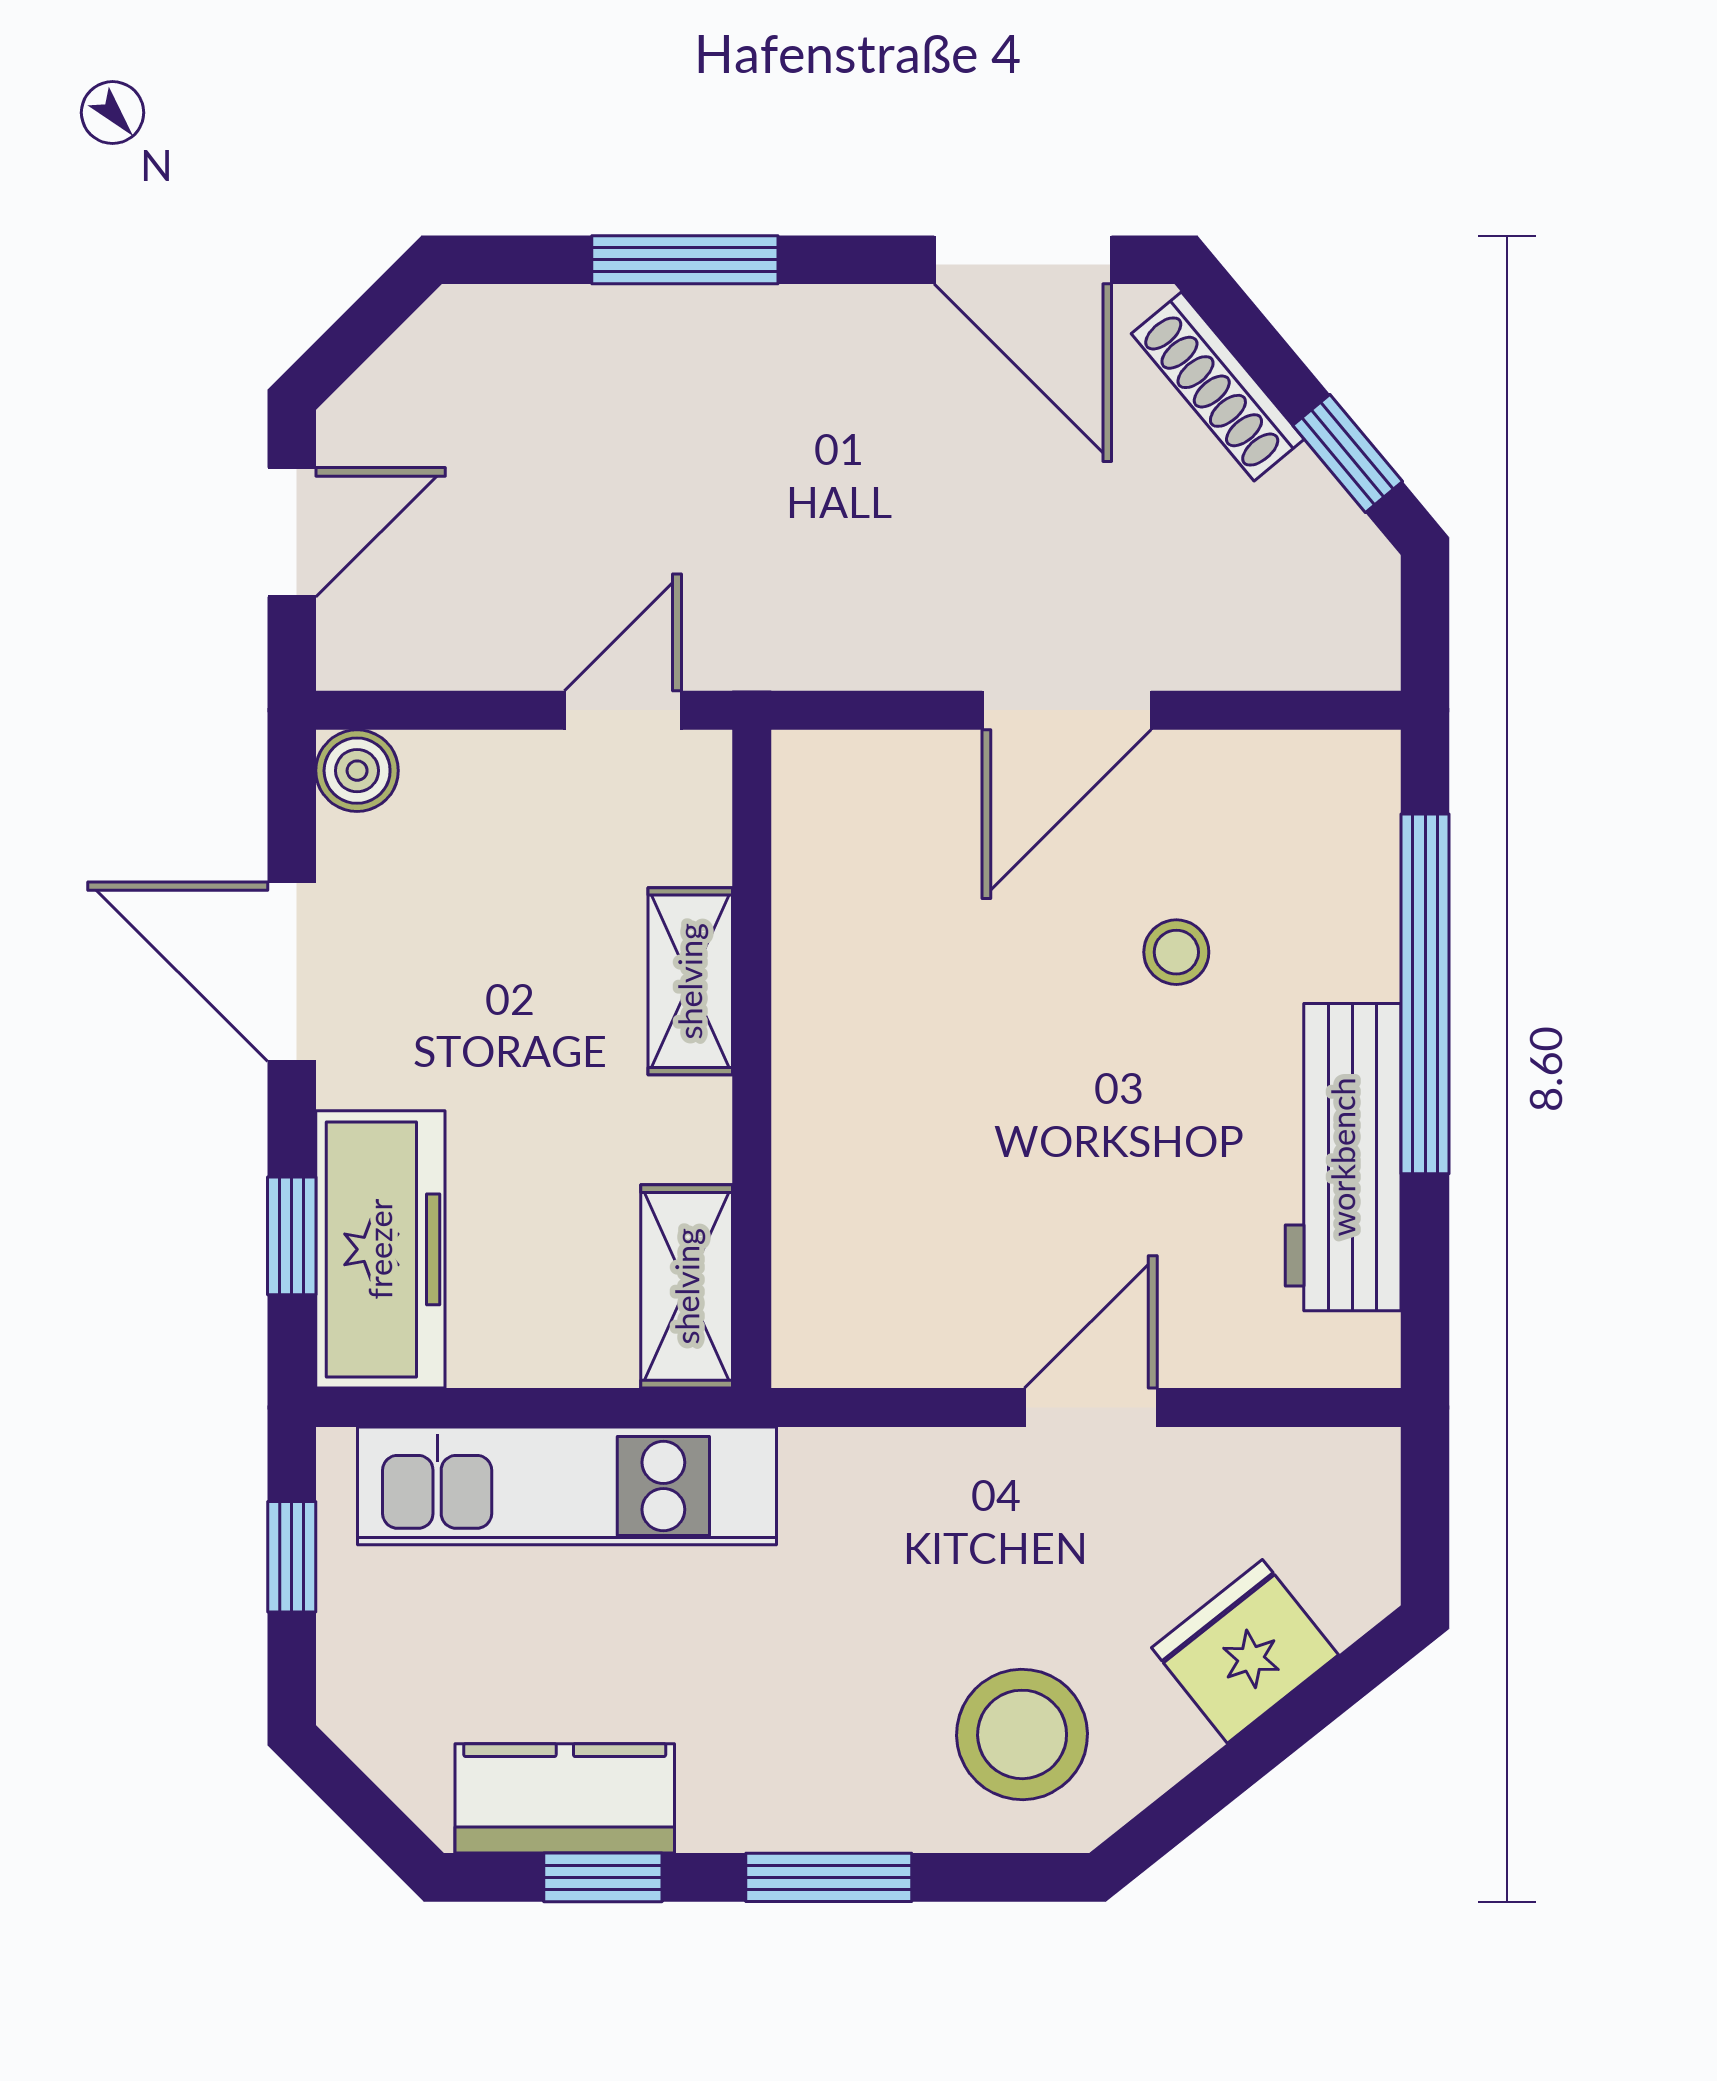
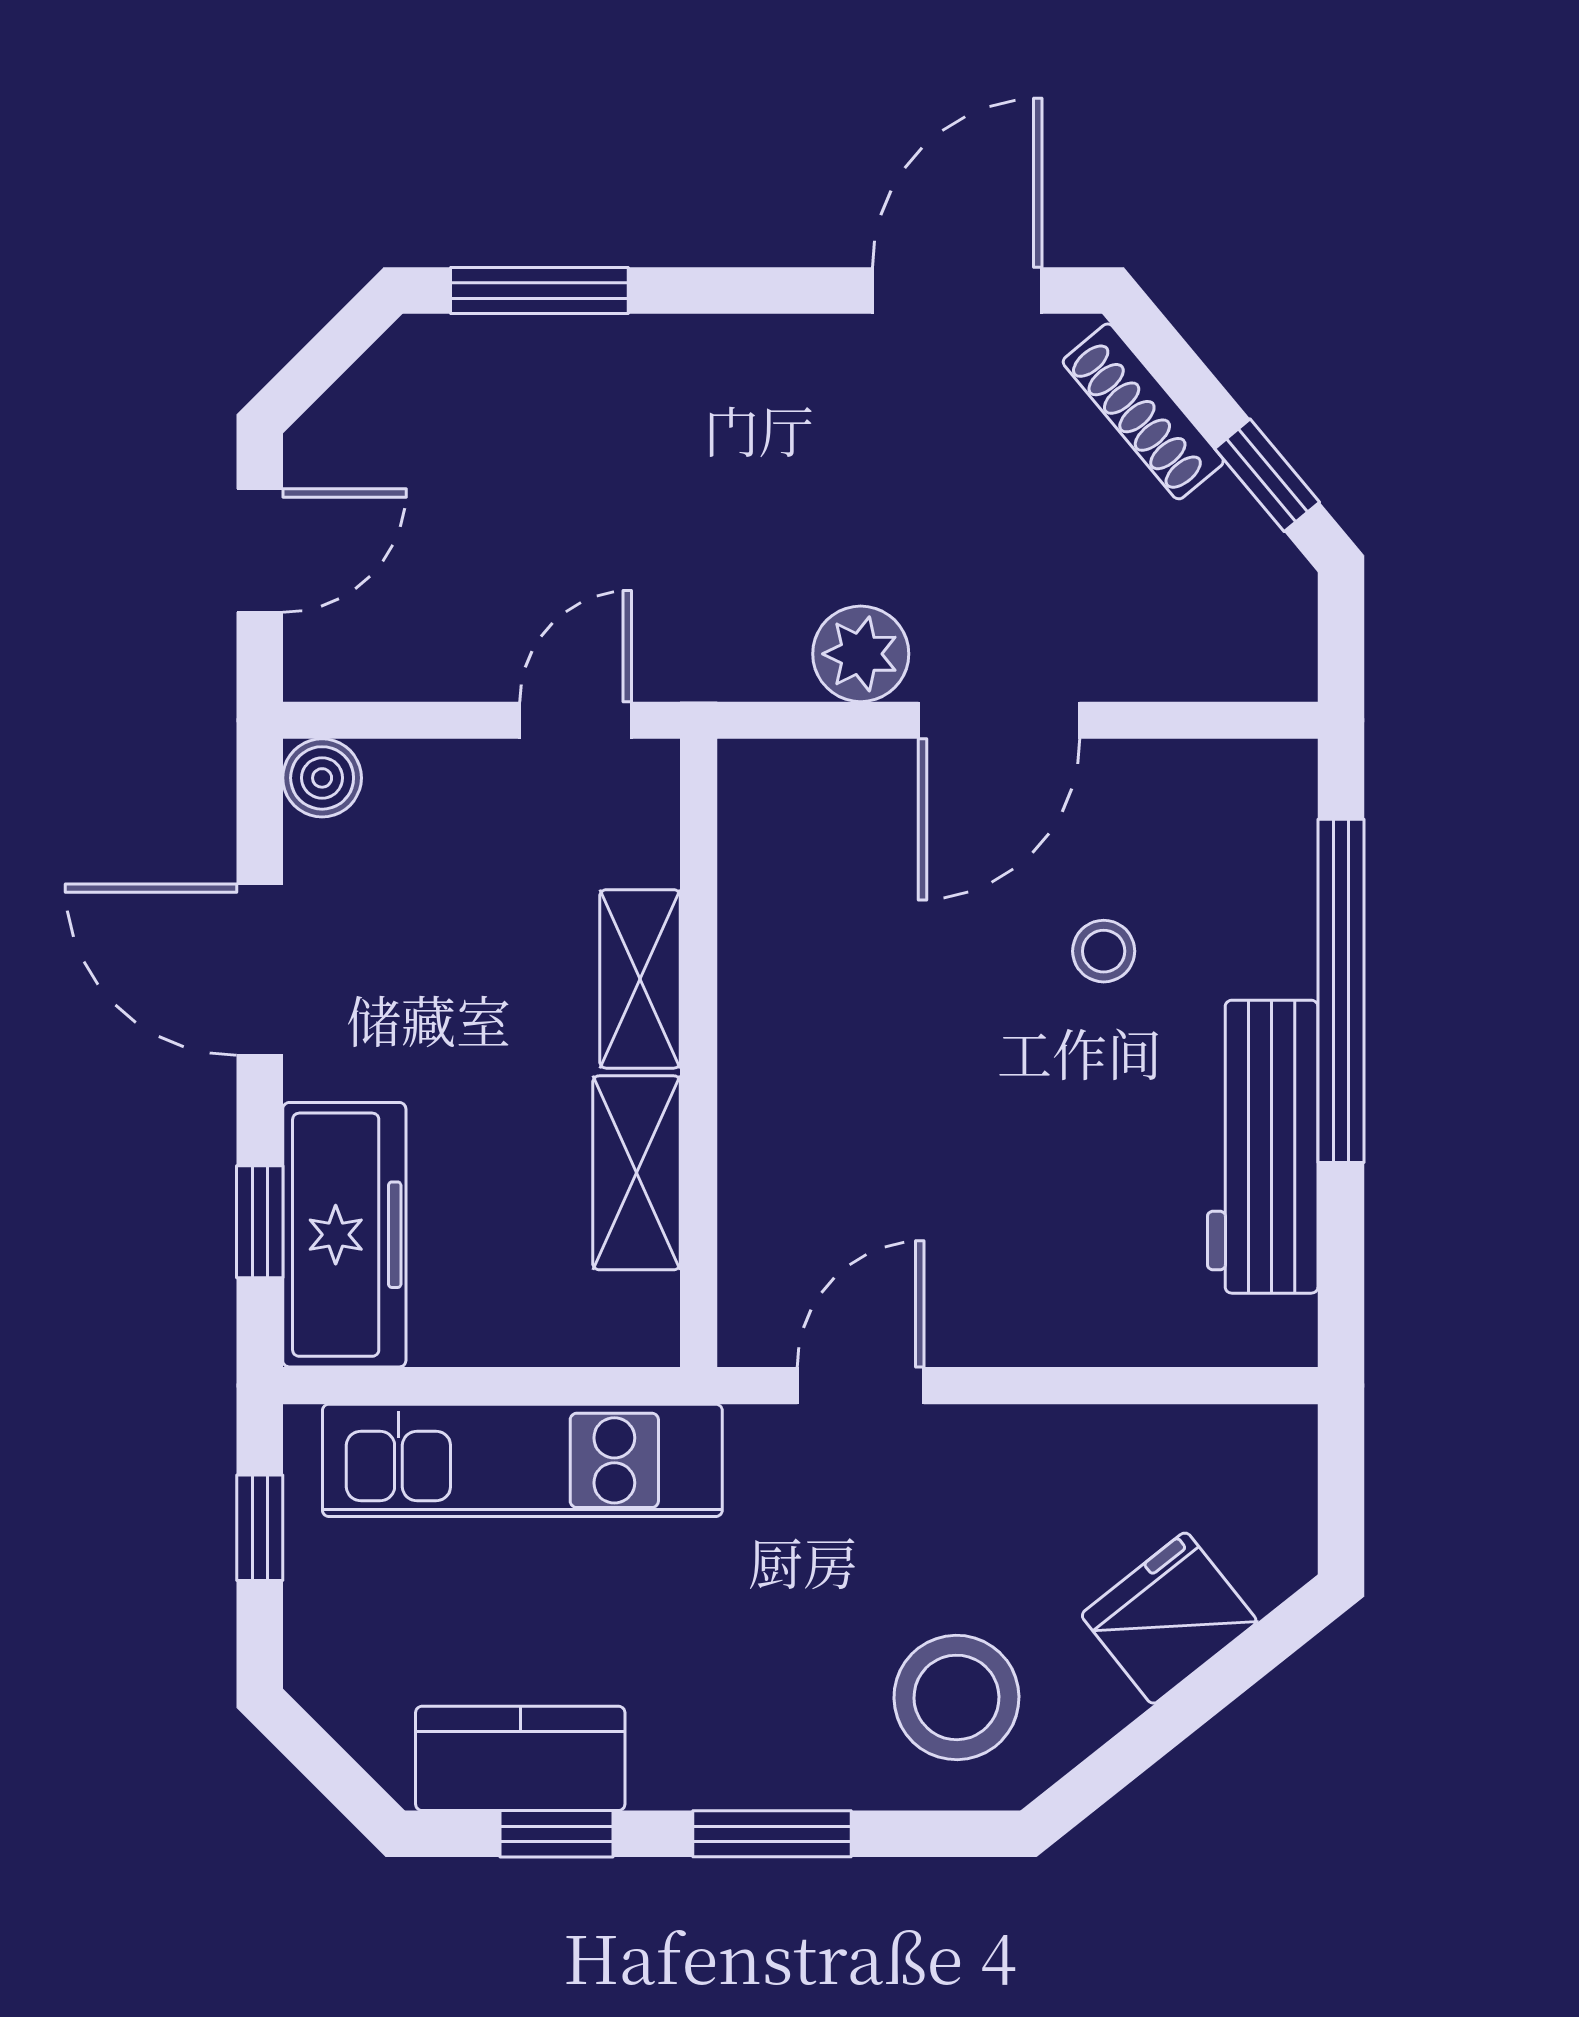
window: (685, 260) -> (539, 291), moved
door: (1023, 260) -> (957, 291), swing flipped
plant: (922, 641) -> (861, 654), added
shelving: (687, 1286) -> (637, 1173), moved
door: (1091, 1408) -> (861, 1386), moved

